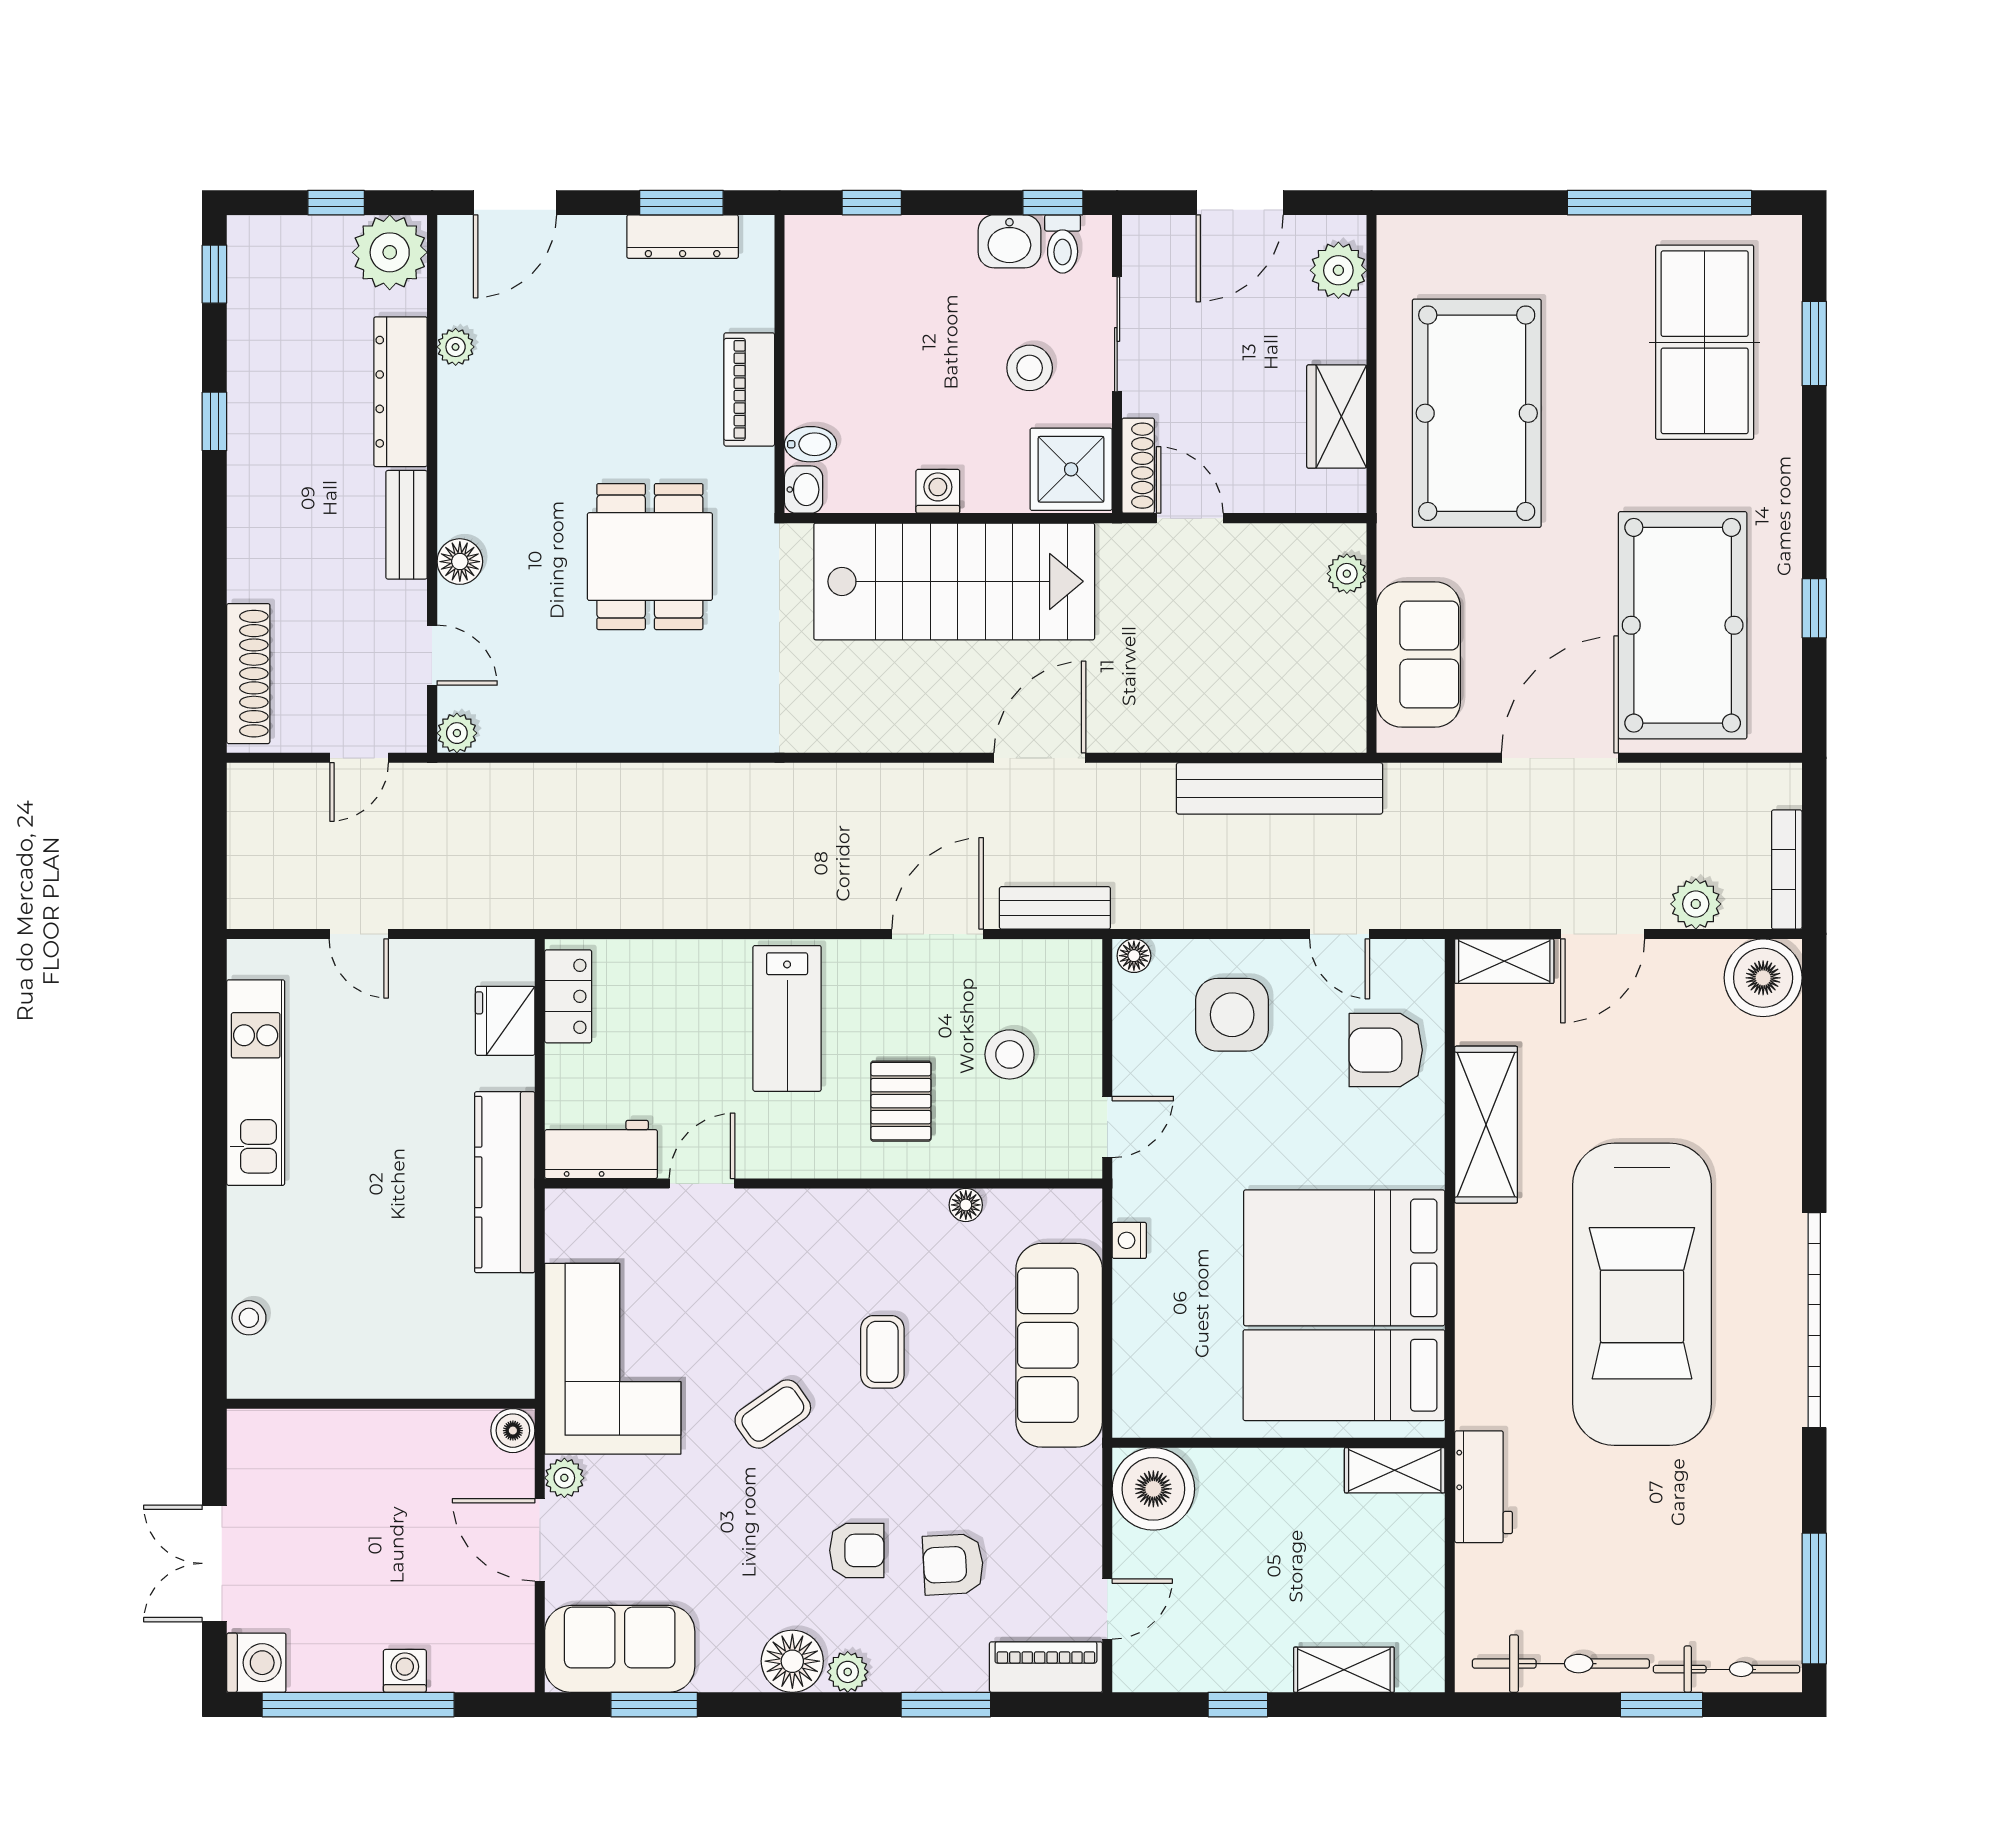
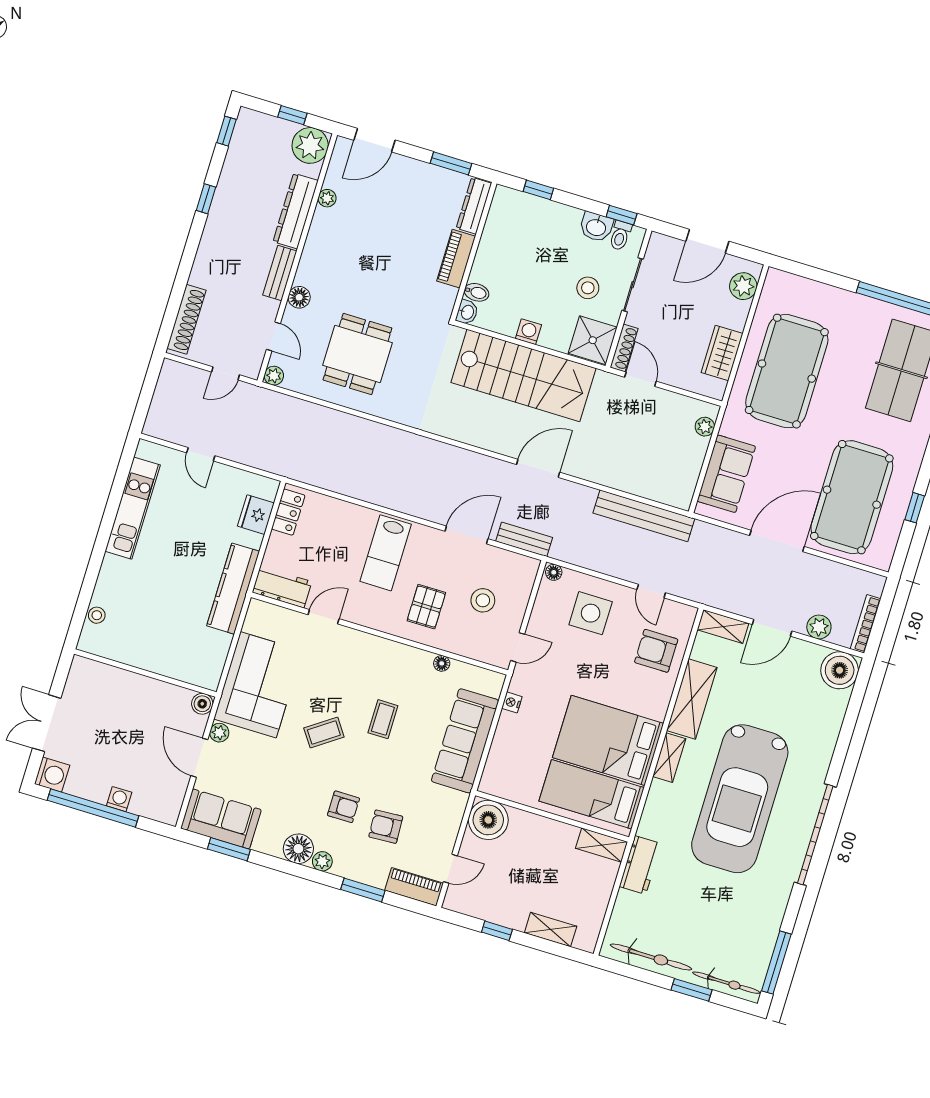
dresser: (683, 237) -> (474, 206), moved, turned 90
dining table: (650, 557) -> (357, 354), moved
shelving: (1476, 1255) -> (669, 758), added

